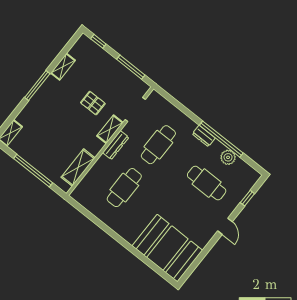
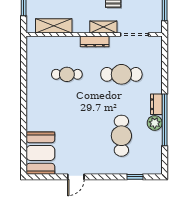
plant: (228, 157) -> (155, 123), moved
cafe table: (124, 188) -> (67, 74), width x0.73, depth x0.74
door: (225, 226) -> (76, 177), moved
booth: (167, 248) -> (40, 153), width x0.73, depth x0.70

